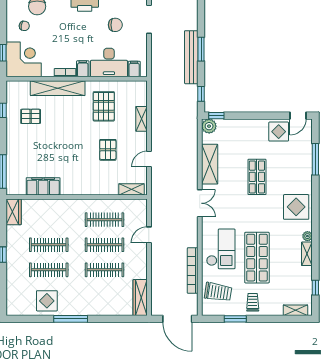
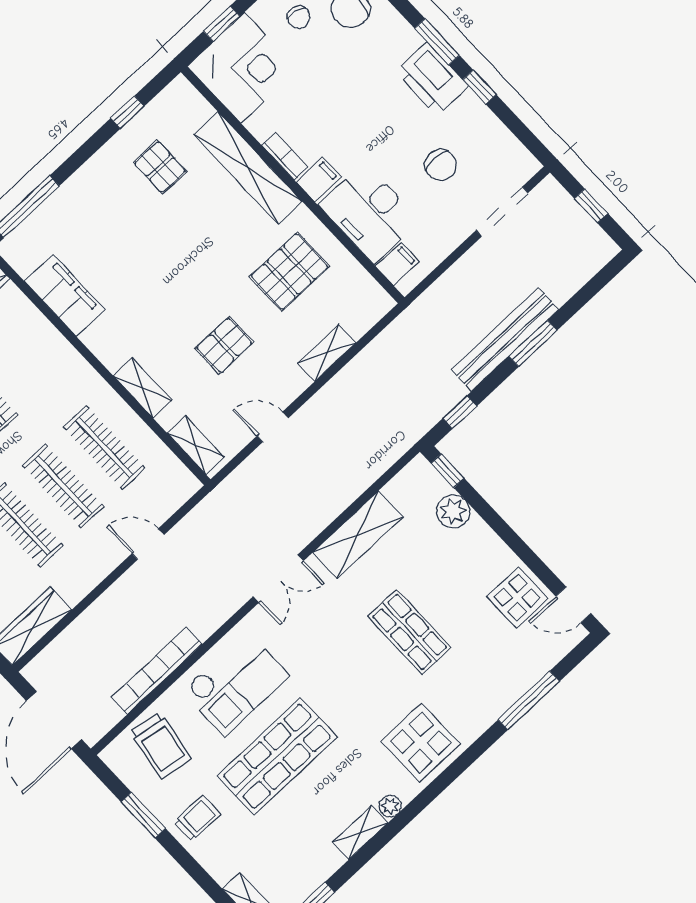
plant: (209, 126) -> (453, 511), moved
shop shelf: (257, 177) -> (410, 632), turned 90
shelving: (97, 189) -> (143, 388), added

